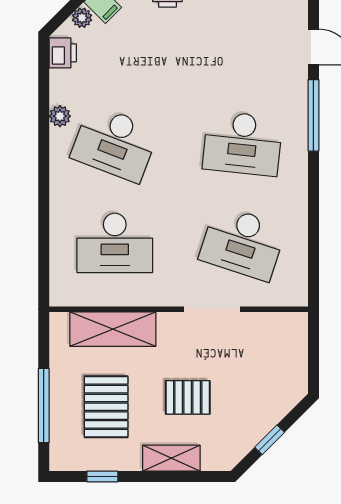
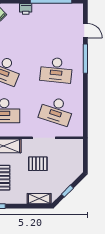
pallet: (188, 397) -> (38, 164), moved
shelving: (171, 458) -> (39, 199), moved

